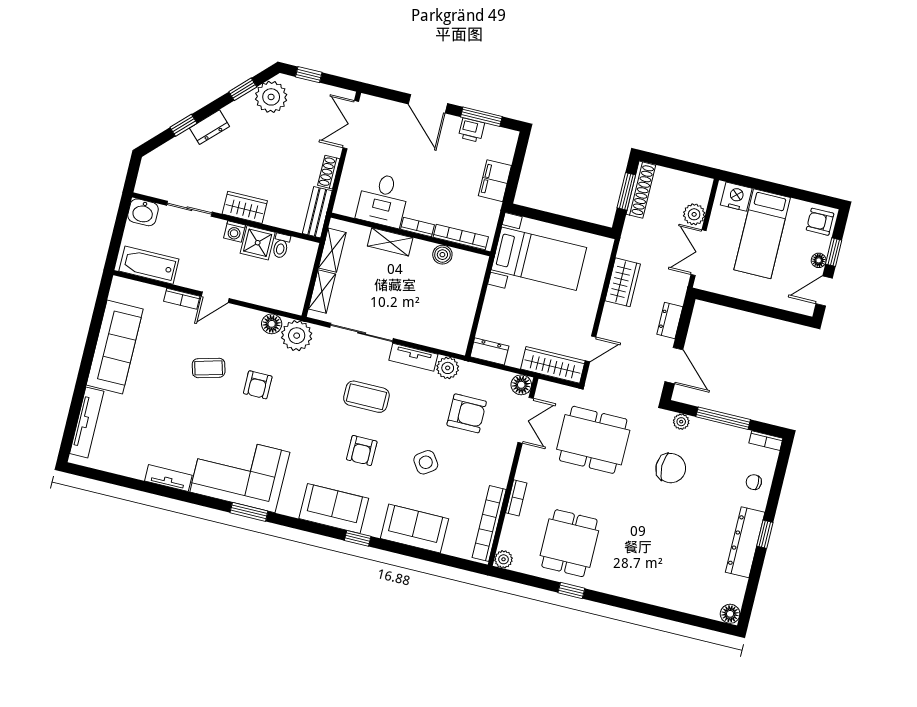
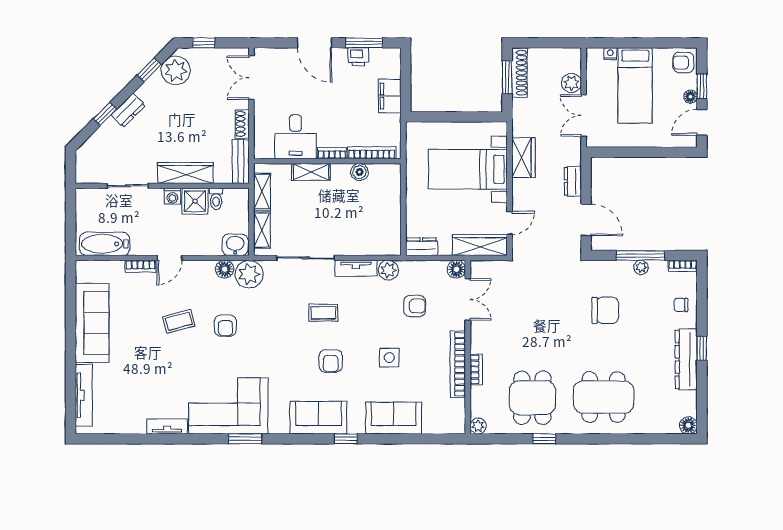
nightstand: (736, 197) -> (610, 54), width x0.53, depth x0.56
wardrobe: (245, 207) -> (185, 173), width x1.50
washbasin: (143, 212) -> (235, 245), moved, turned 180
bed with nightstands: (539, 259) -> (468, 169), moved, turned 180
coffee table: (366, 397) -> (323, 313), width x0.73, depth x0.77
armchair: (467, 413) -> (415, 306), width x0.72, depth x0.72
plant: (681, 422) -> (641, 267), moved
dining table: (593, 440) -> (603, 397), moved
side table: (426, 462) -> (389, 358), turned 35
bookcase: (489, 524) -> (458, 364), moved

